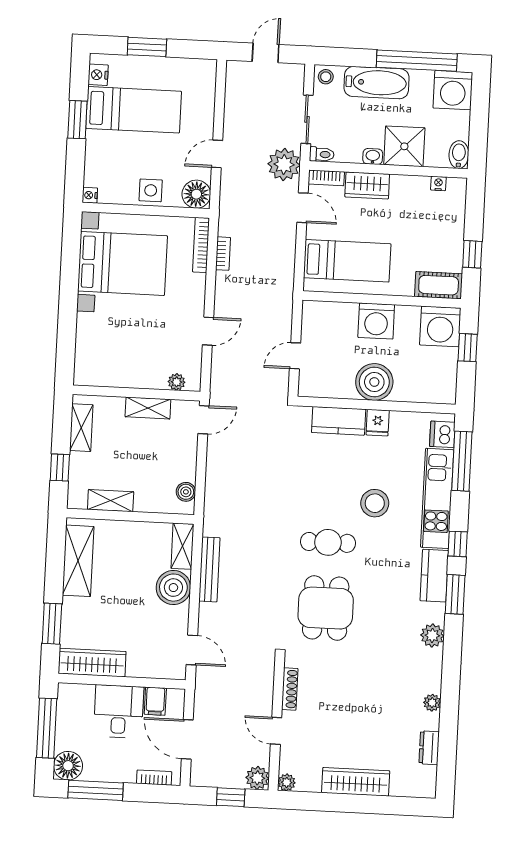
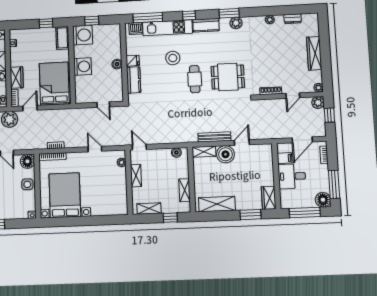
bed: (347, 261) -> (54, 84), width x1.50
boiler: (374, 382) -> (117, 64), width x0.54, depth x0.54
window: (455, 594) -> (229, 13), moved
door: (192, 650) -> (242, 143), moved
wardrobe: (92, 663) -> (269, 198), width x0.67

